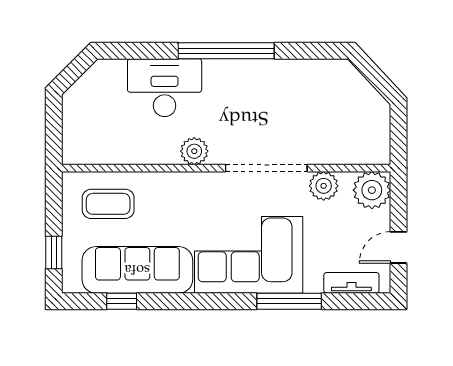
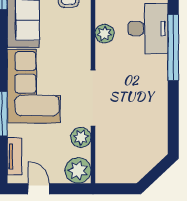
window: (226, 51) -> (173, 47), moved
plant: (194, 151) -> (105, 34), moved

